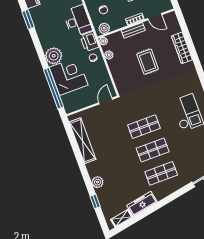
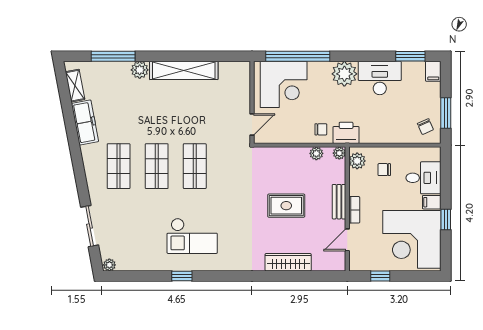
desk: (78, 21) -> (380, 78), moved, turned 180
corner desk: (69, 76) -> (284, 84), moved
door: (106, 101) -> (252, 124), hinge flipped
shelving: (83, 141) -> (184, 70), moved
window: (95, 201) -> (113, 56), width x2.17

